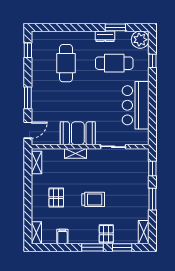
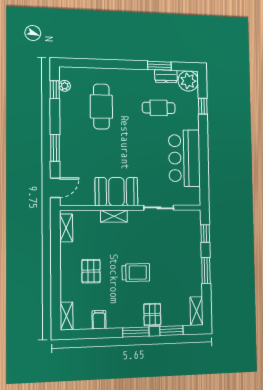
dresser: (105, 36) -> (166, 76), moved
plant: (36, 47) -> (65, 86), added
cafe table: (114, 63) -> (159, 108), width x0.73, depth x0.74

